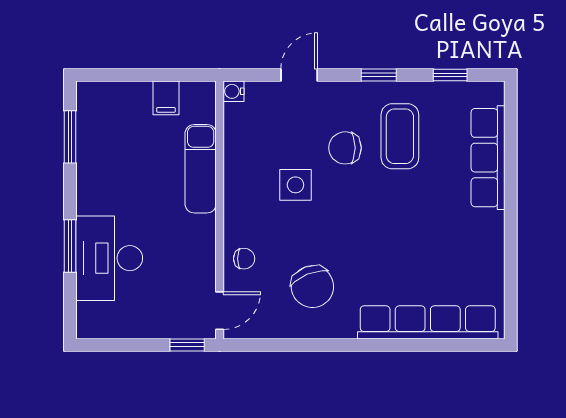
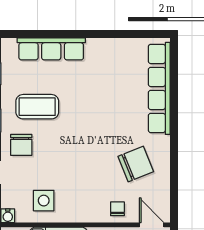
chair: (345, 148) -> (21, 145), moved
side table: (295, 185) -> (44, 201), moved

